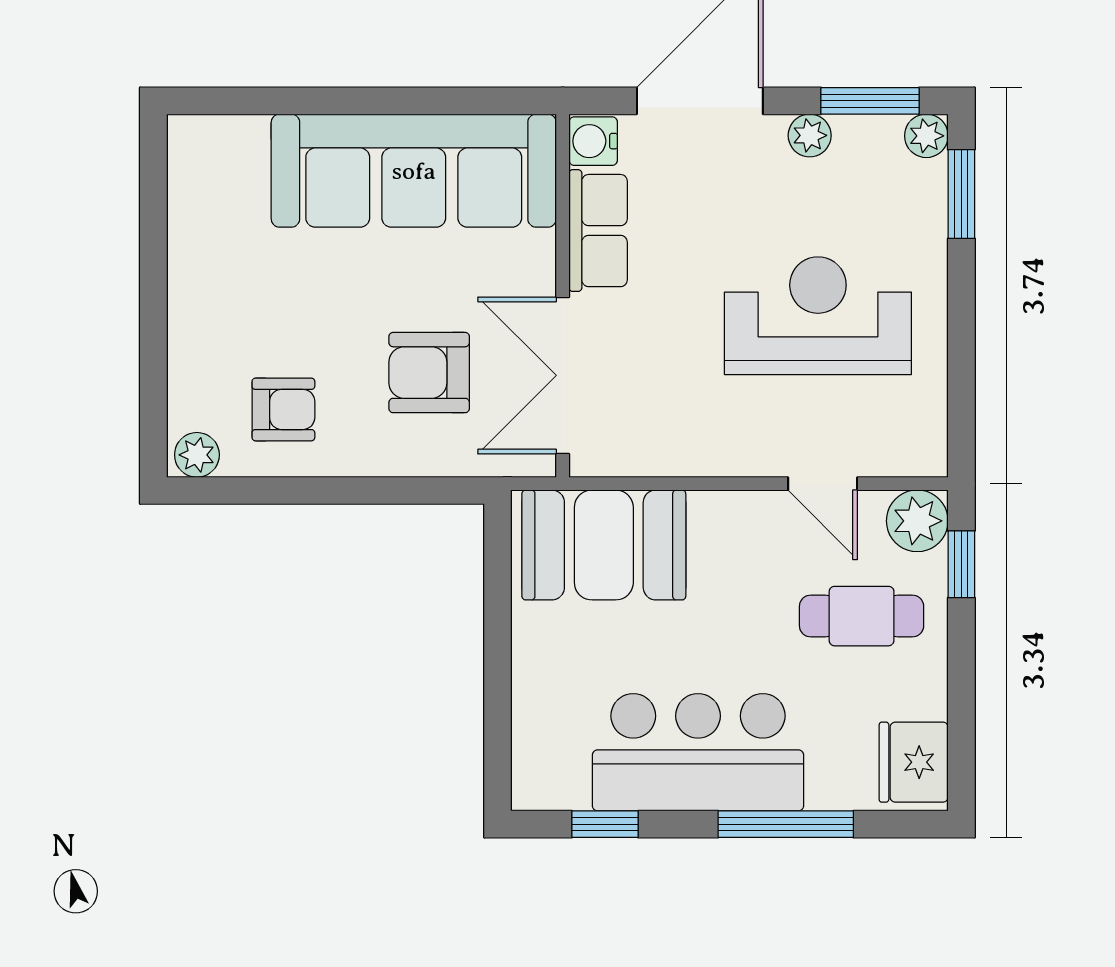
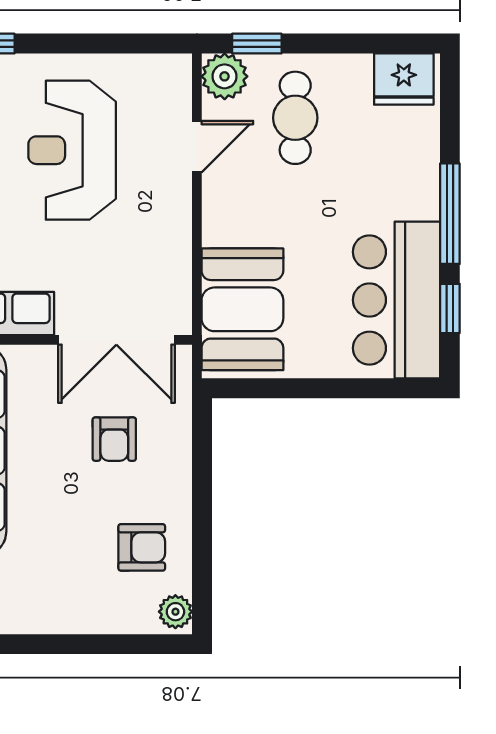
armchair: (429, 373) -> (114, 439), width x0.72, depth x0.72
armchair: (283, 409) -> (142, 547), turned 90
bar counter: (698, 752) -> (396, 300), moved
window: (786, 824) -> (450, 214), moved

